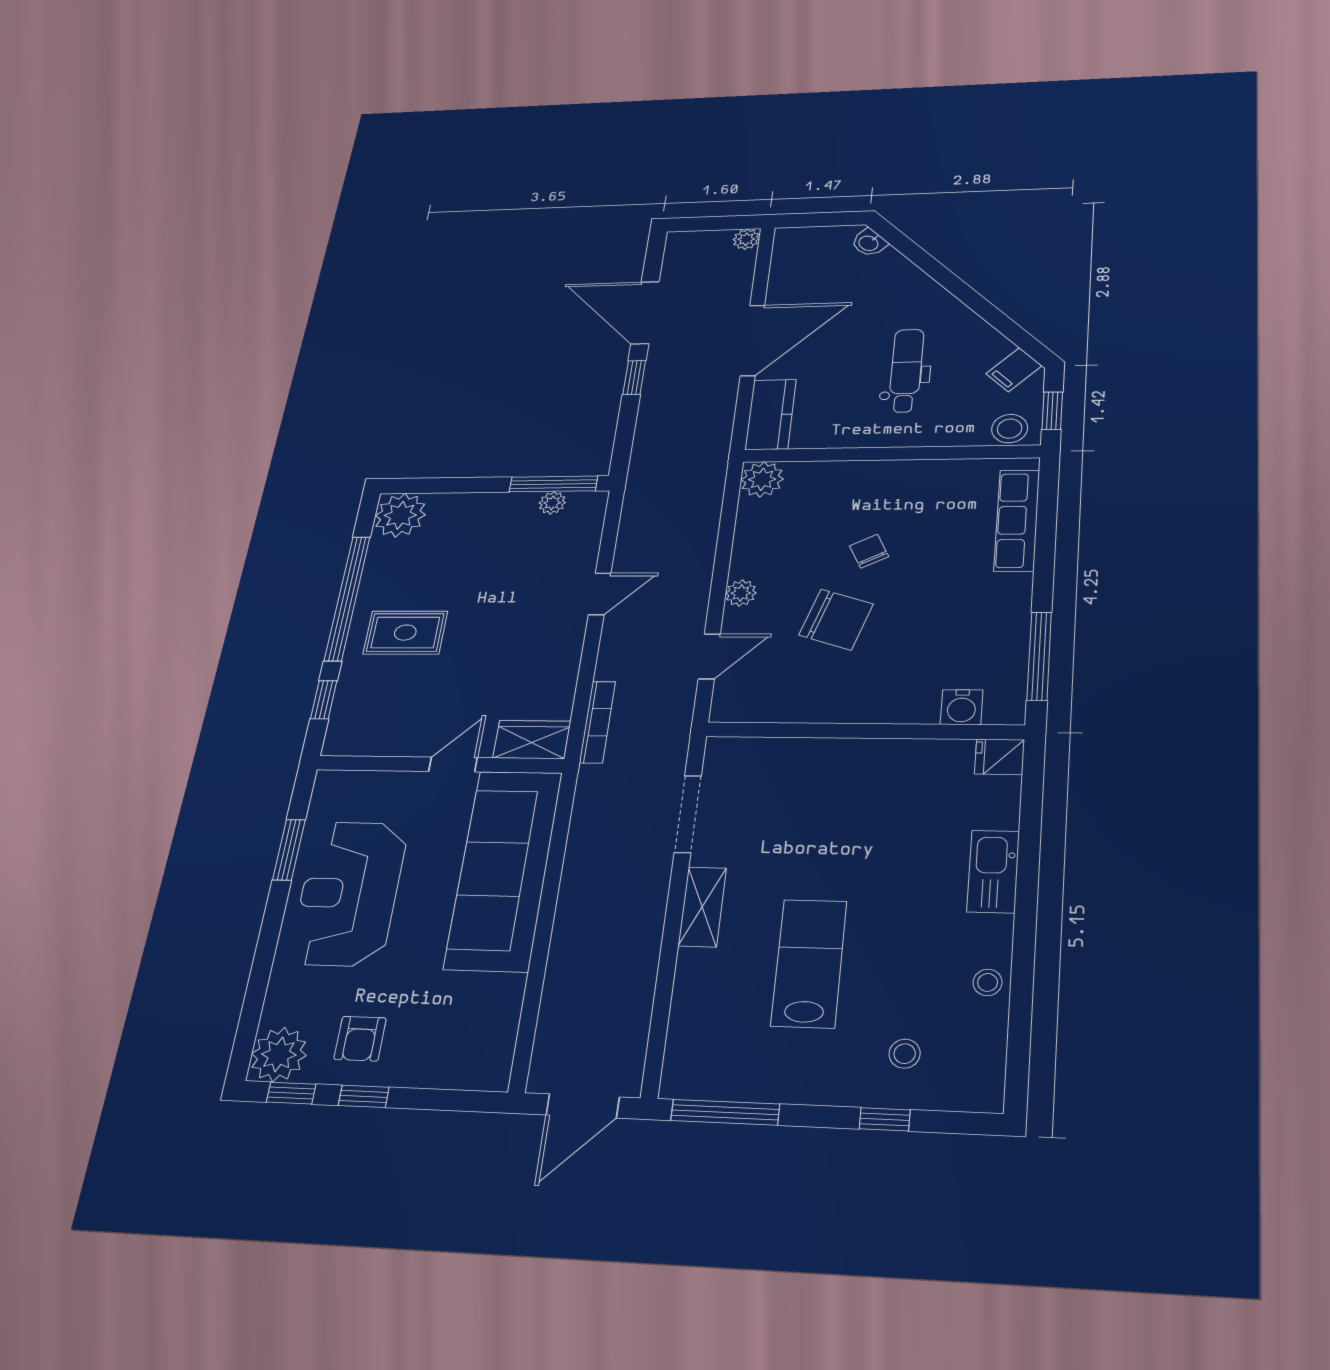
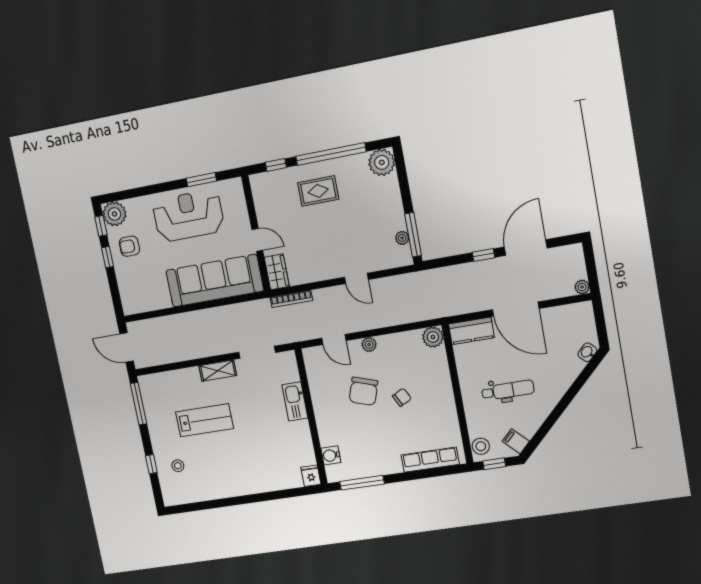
rug: (405, 633) -> (318, 191), turned 90
kitchen sink: (993, 871) -> (295, 401), moved, turned -90
stool: (988, 982) -> (213, 491), removed

